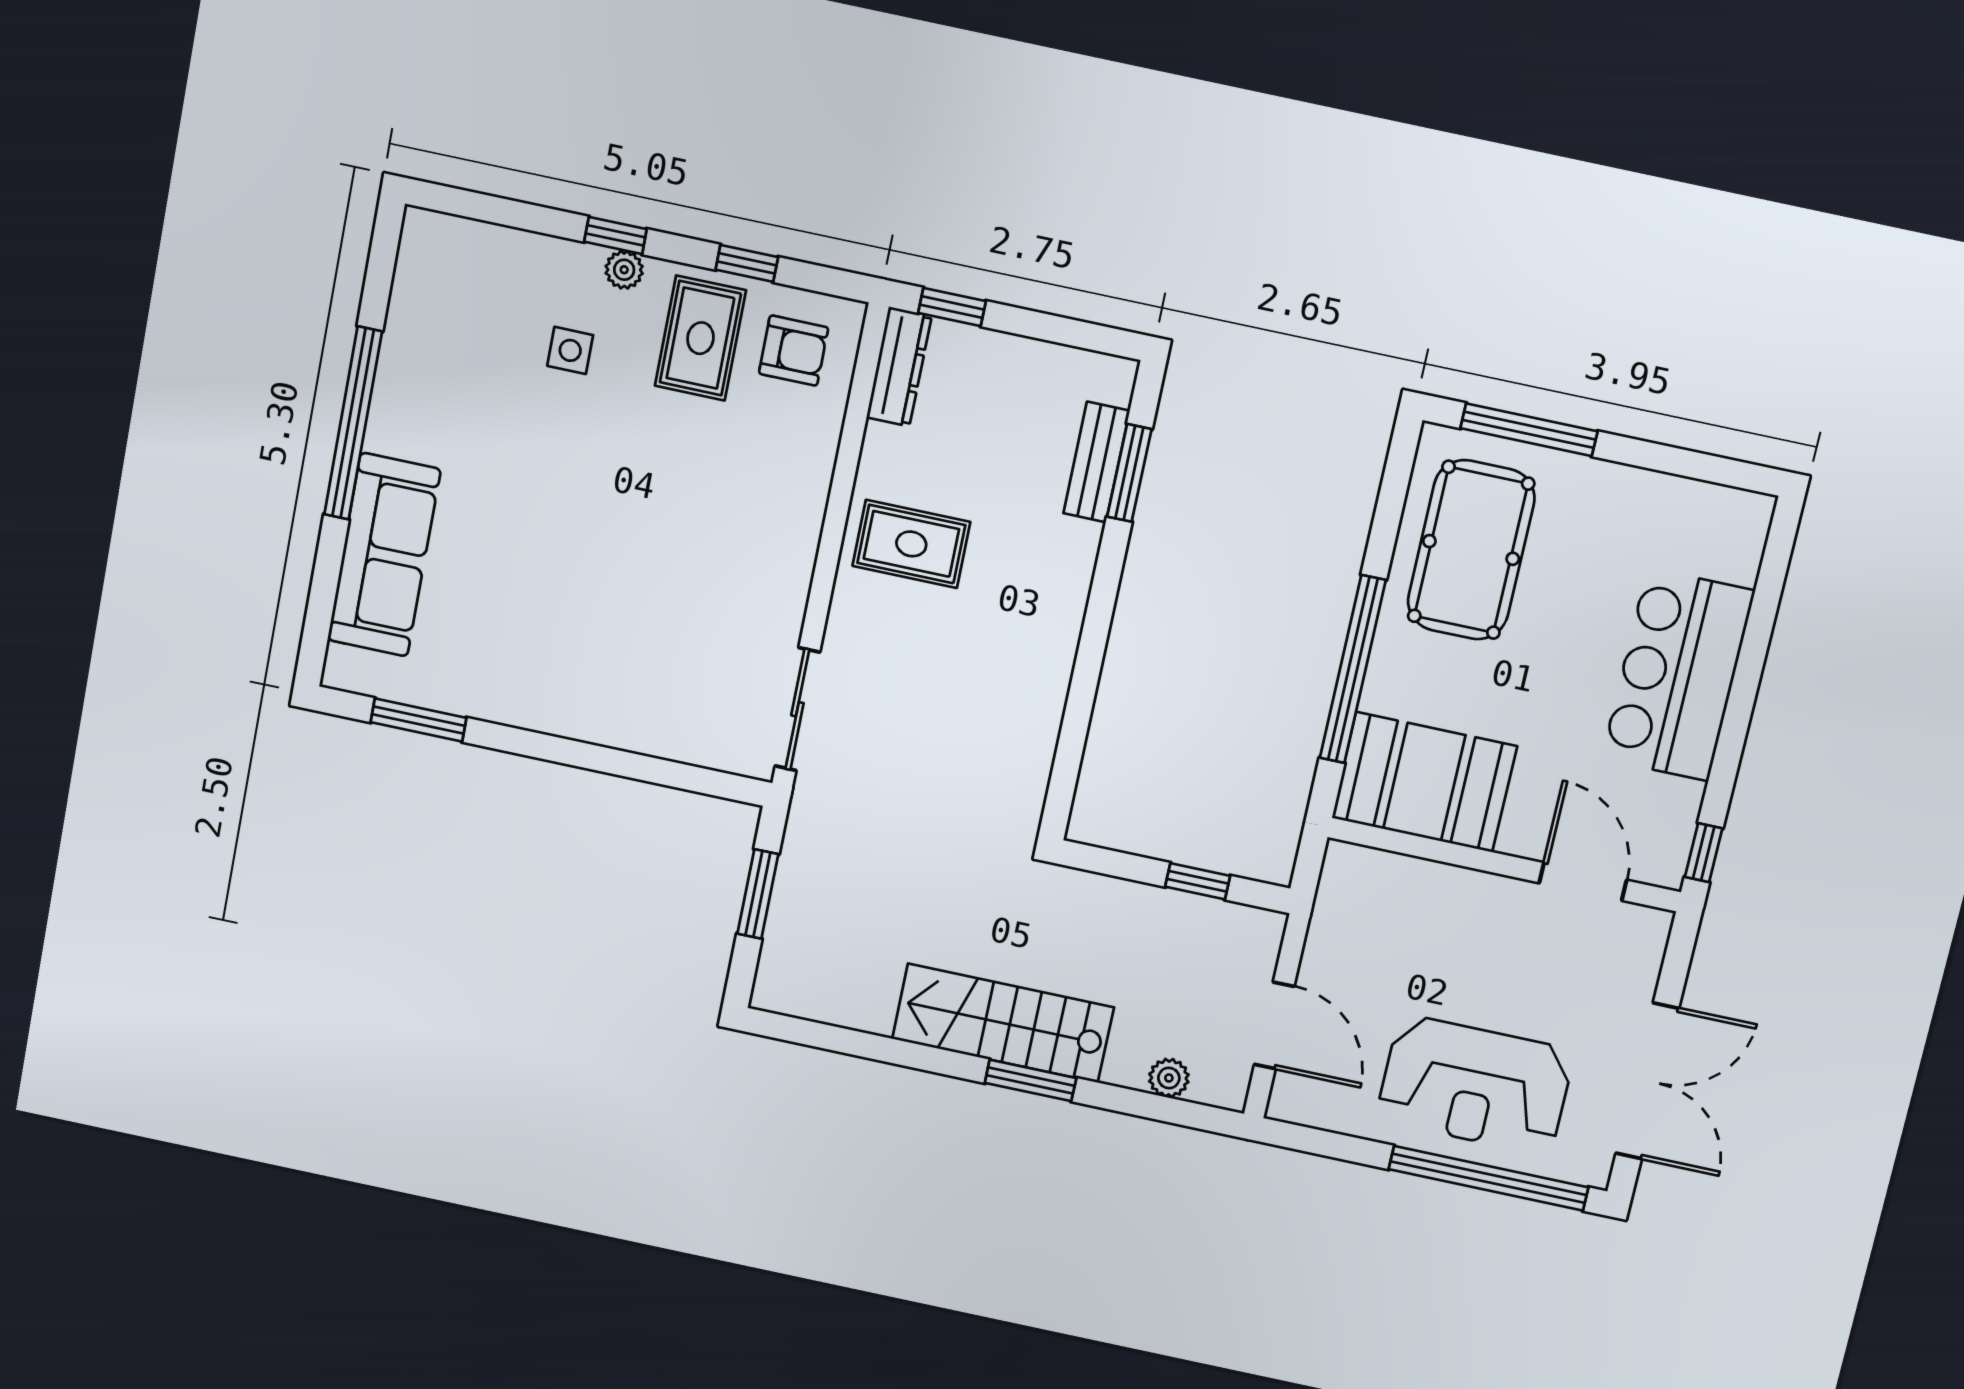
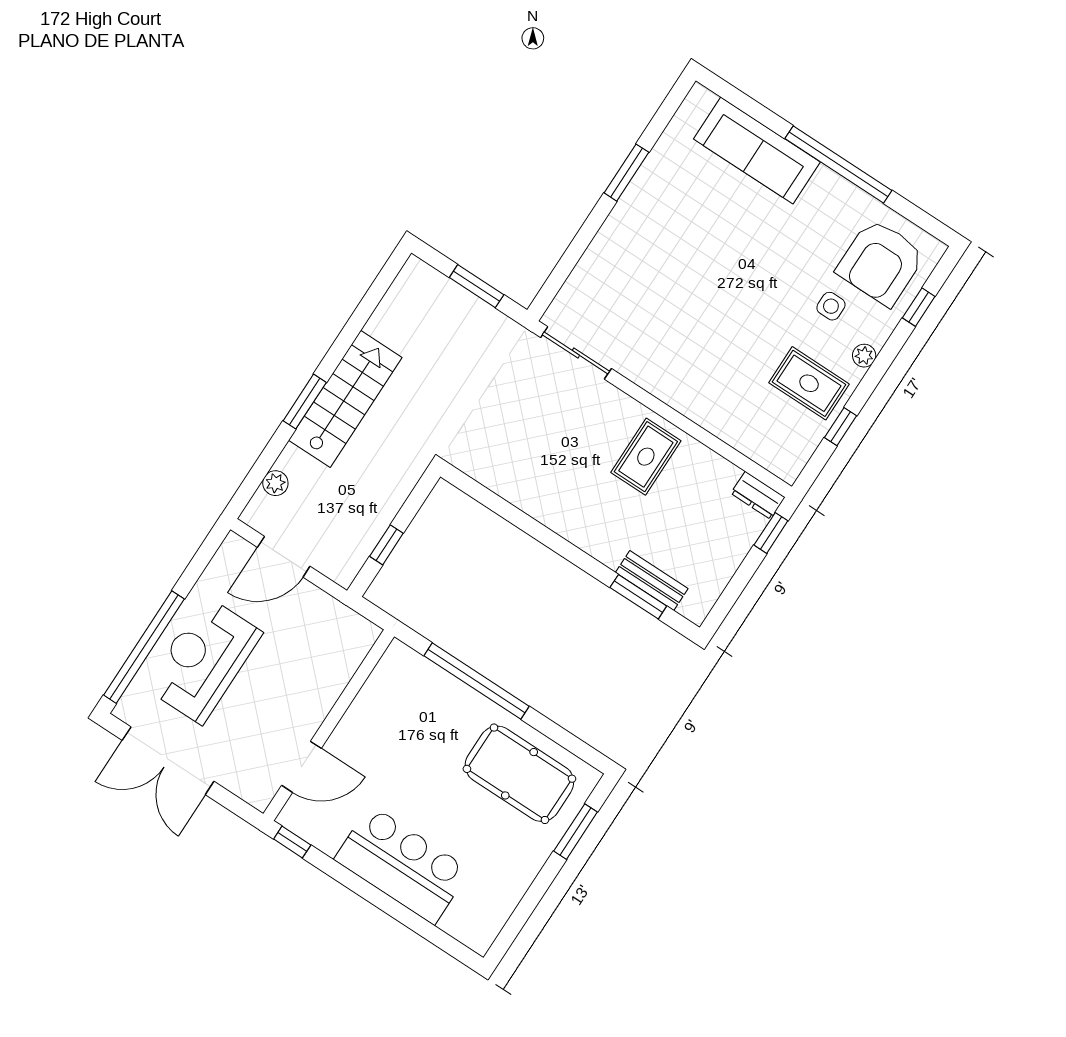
window: (615, 235) -> (919, 307), moved
armchair: (794, 351) -> (881, 262), moved, width x1.88, depth x1.88
dresser: (899, 367) -> (758, 495), width x0.70
window: (1529, 430) -> (576, 832), width x0.69
window: (418, 720) -> (626, 173), moved
booth: (1424, 782) -> (395, 697), removed

